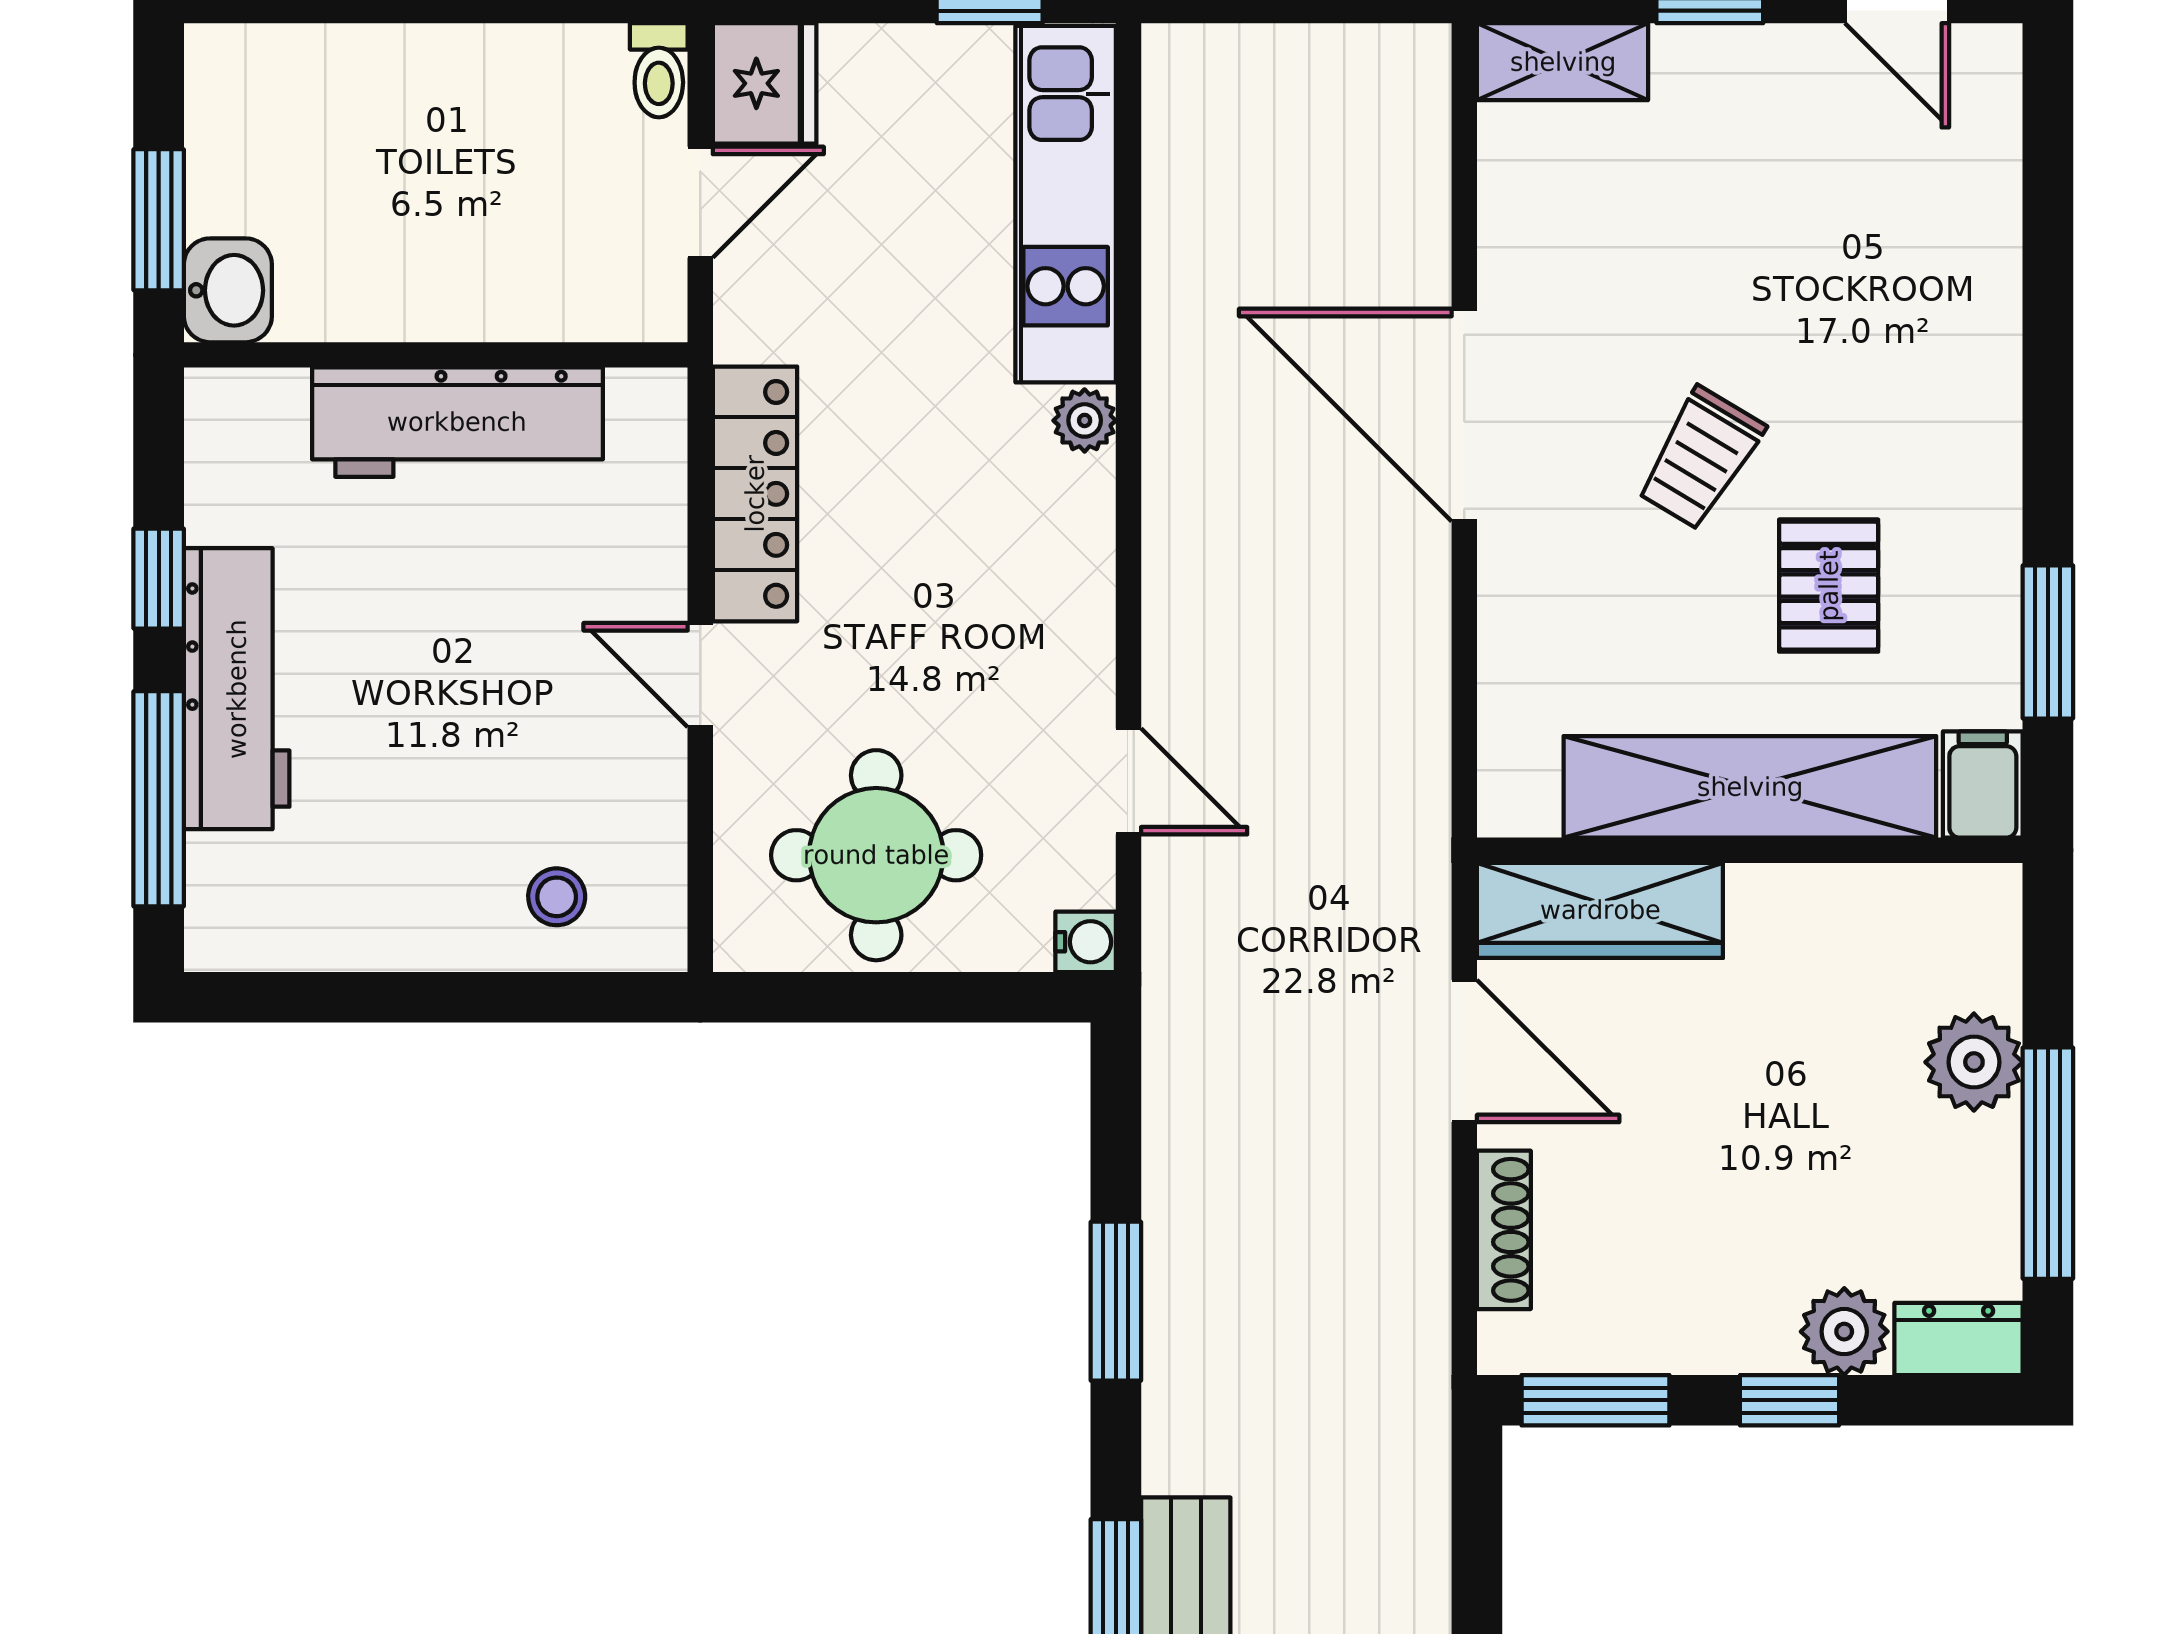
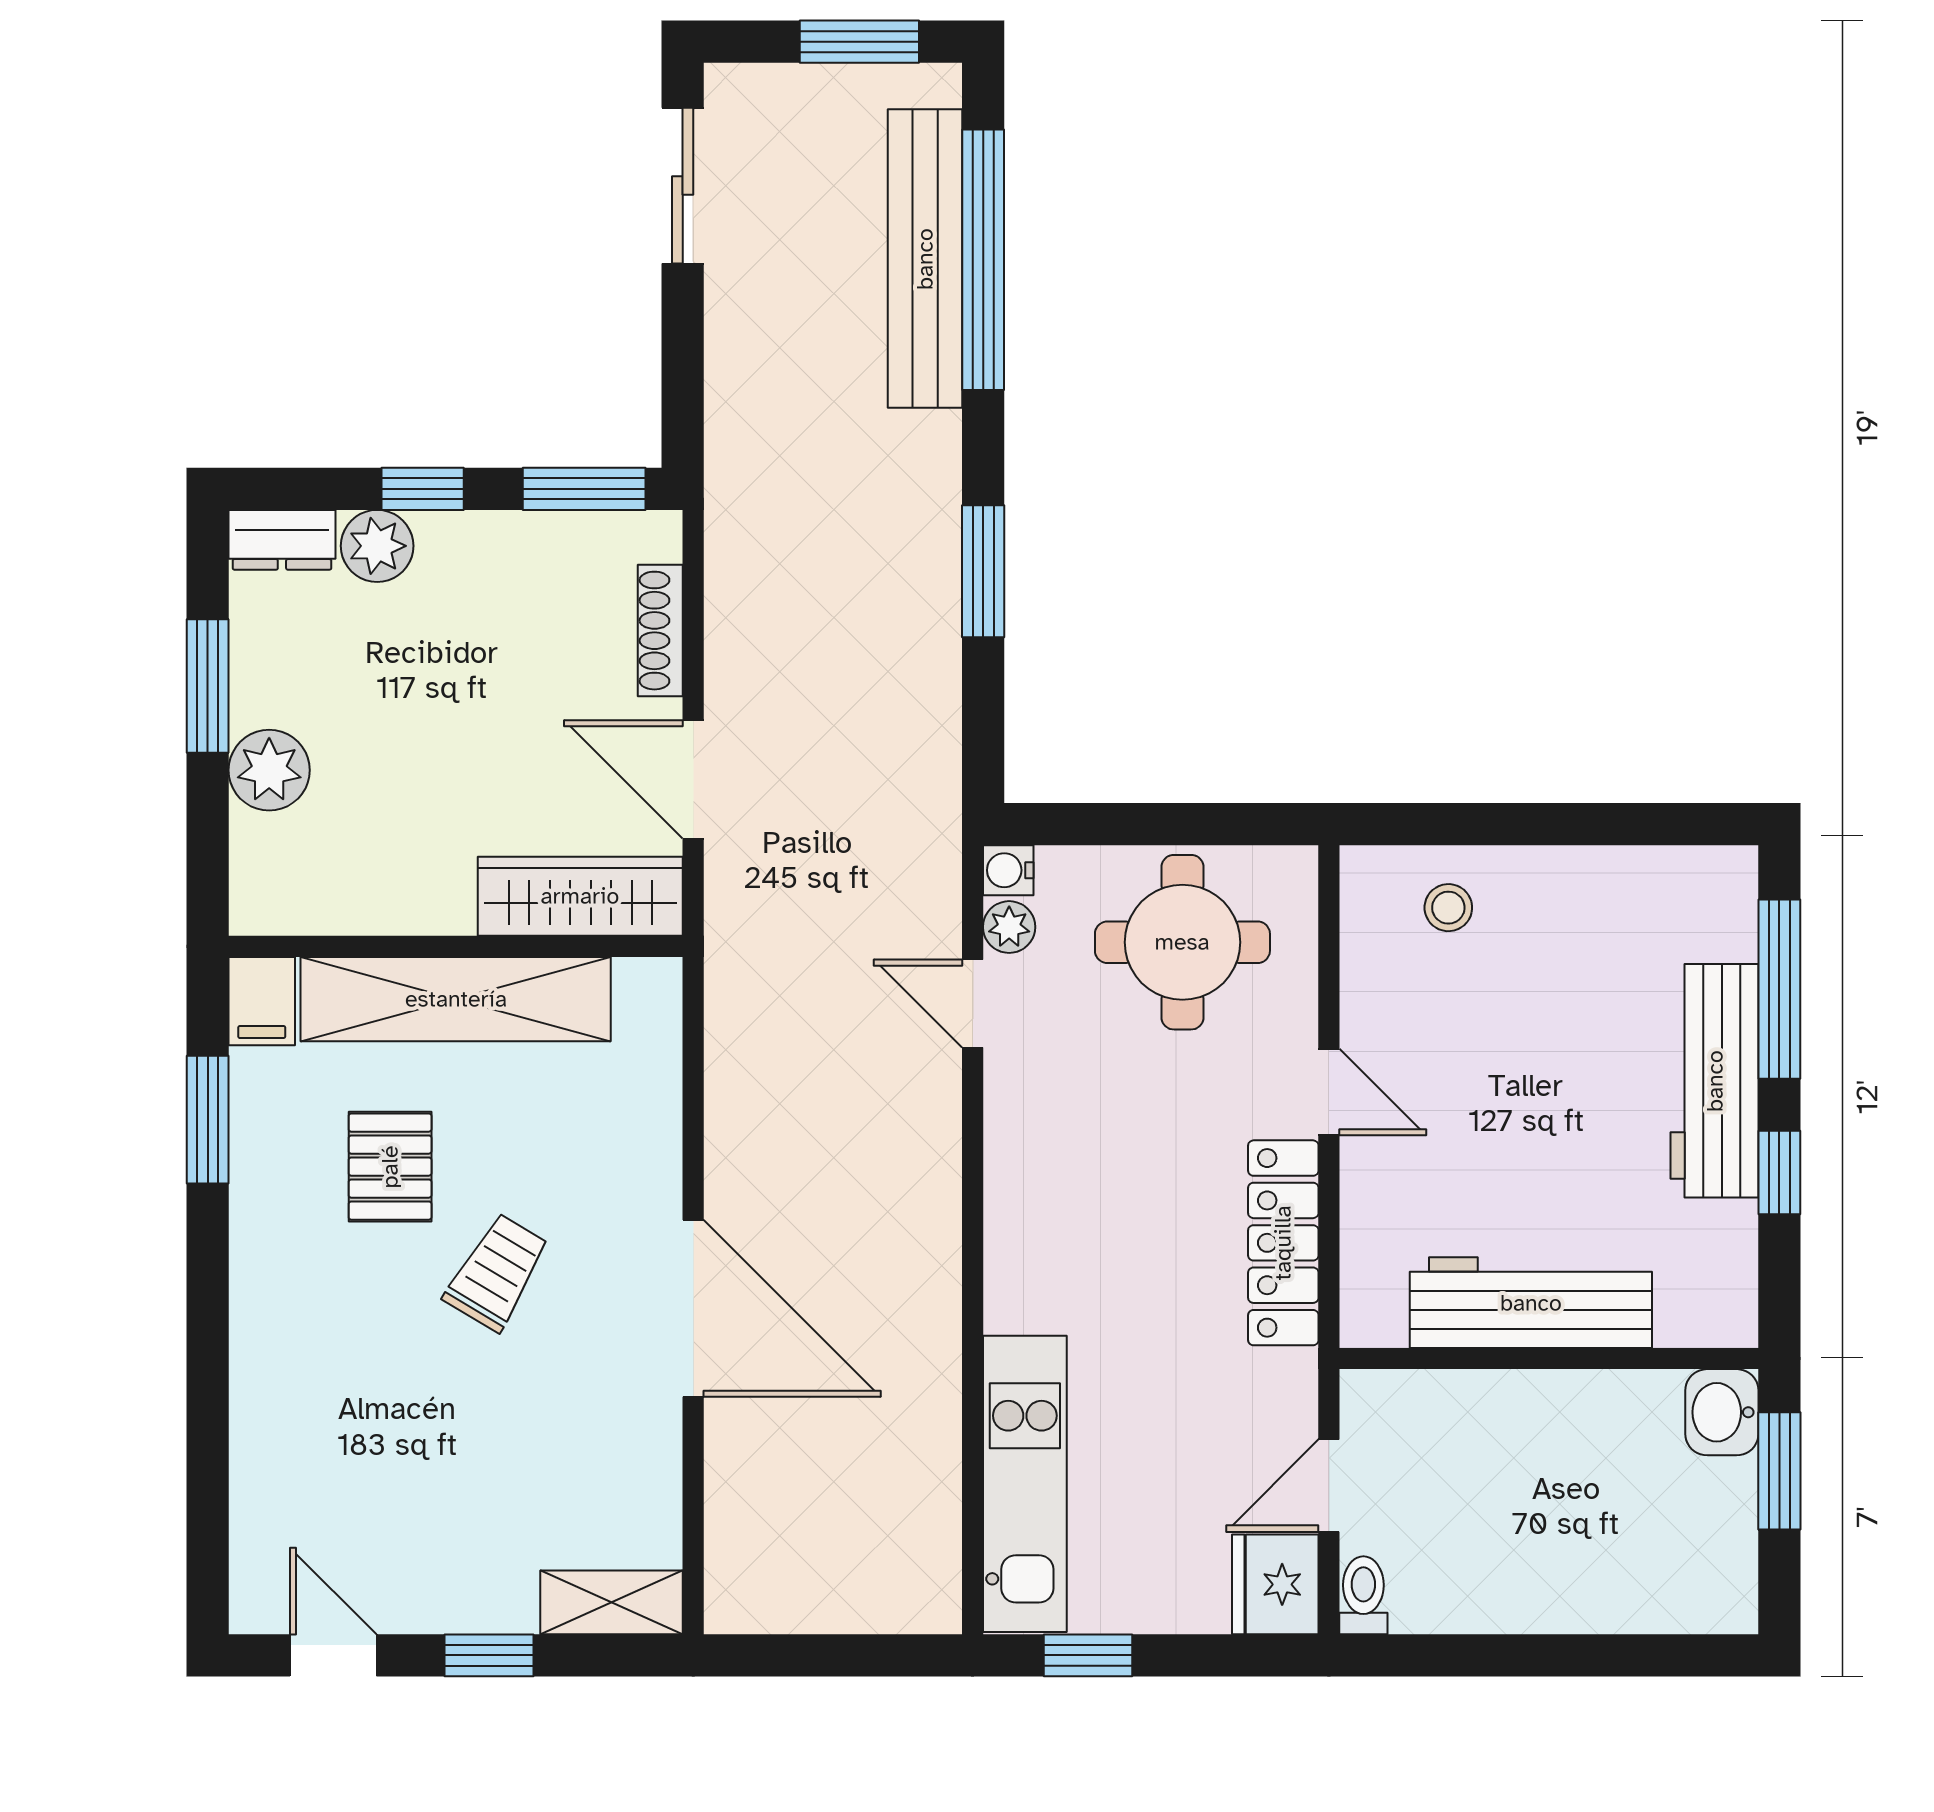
plant: (1085, 420) -> (1009, 927), moved
window: (2048, 1163) -> (208, 686), width x0.69

